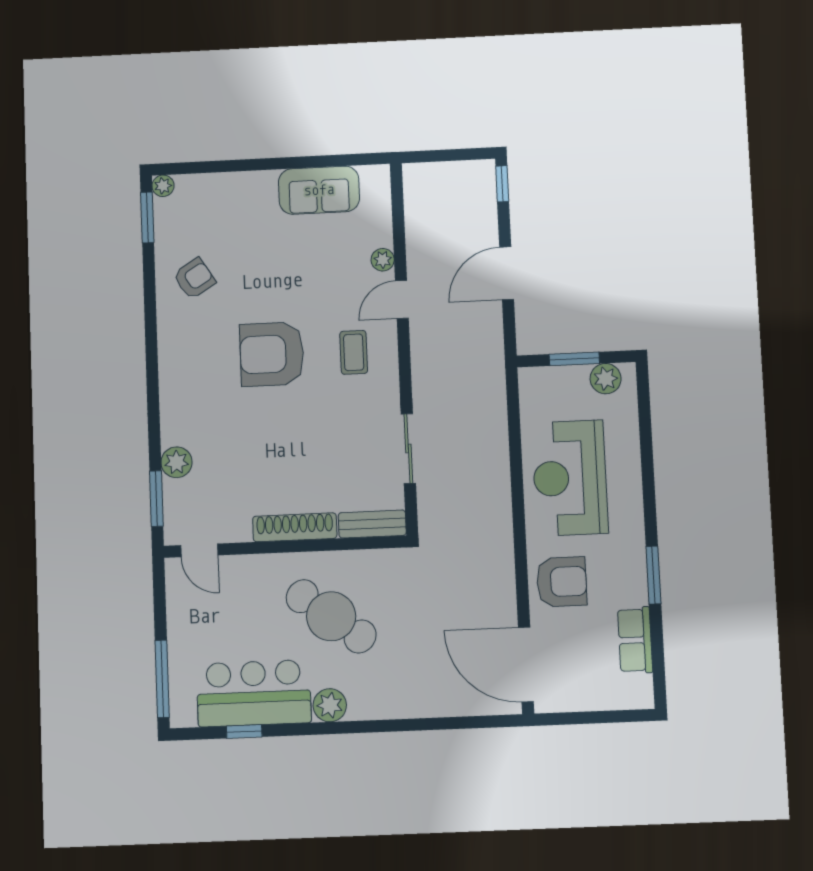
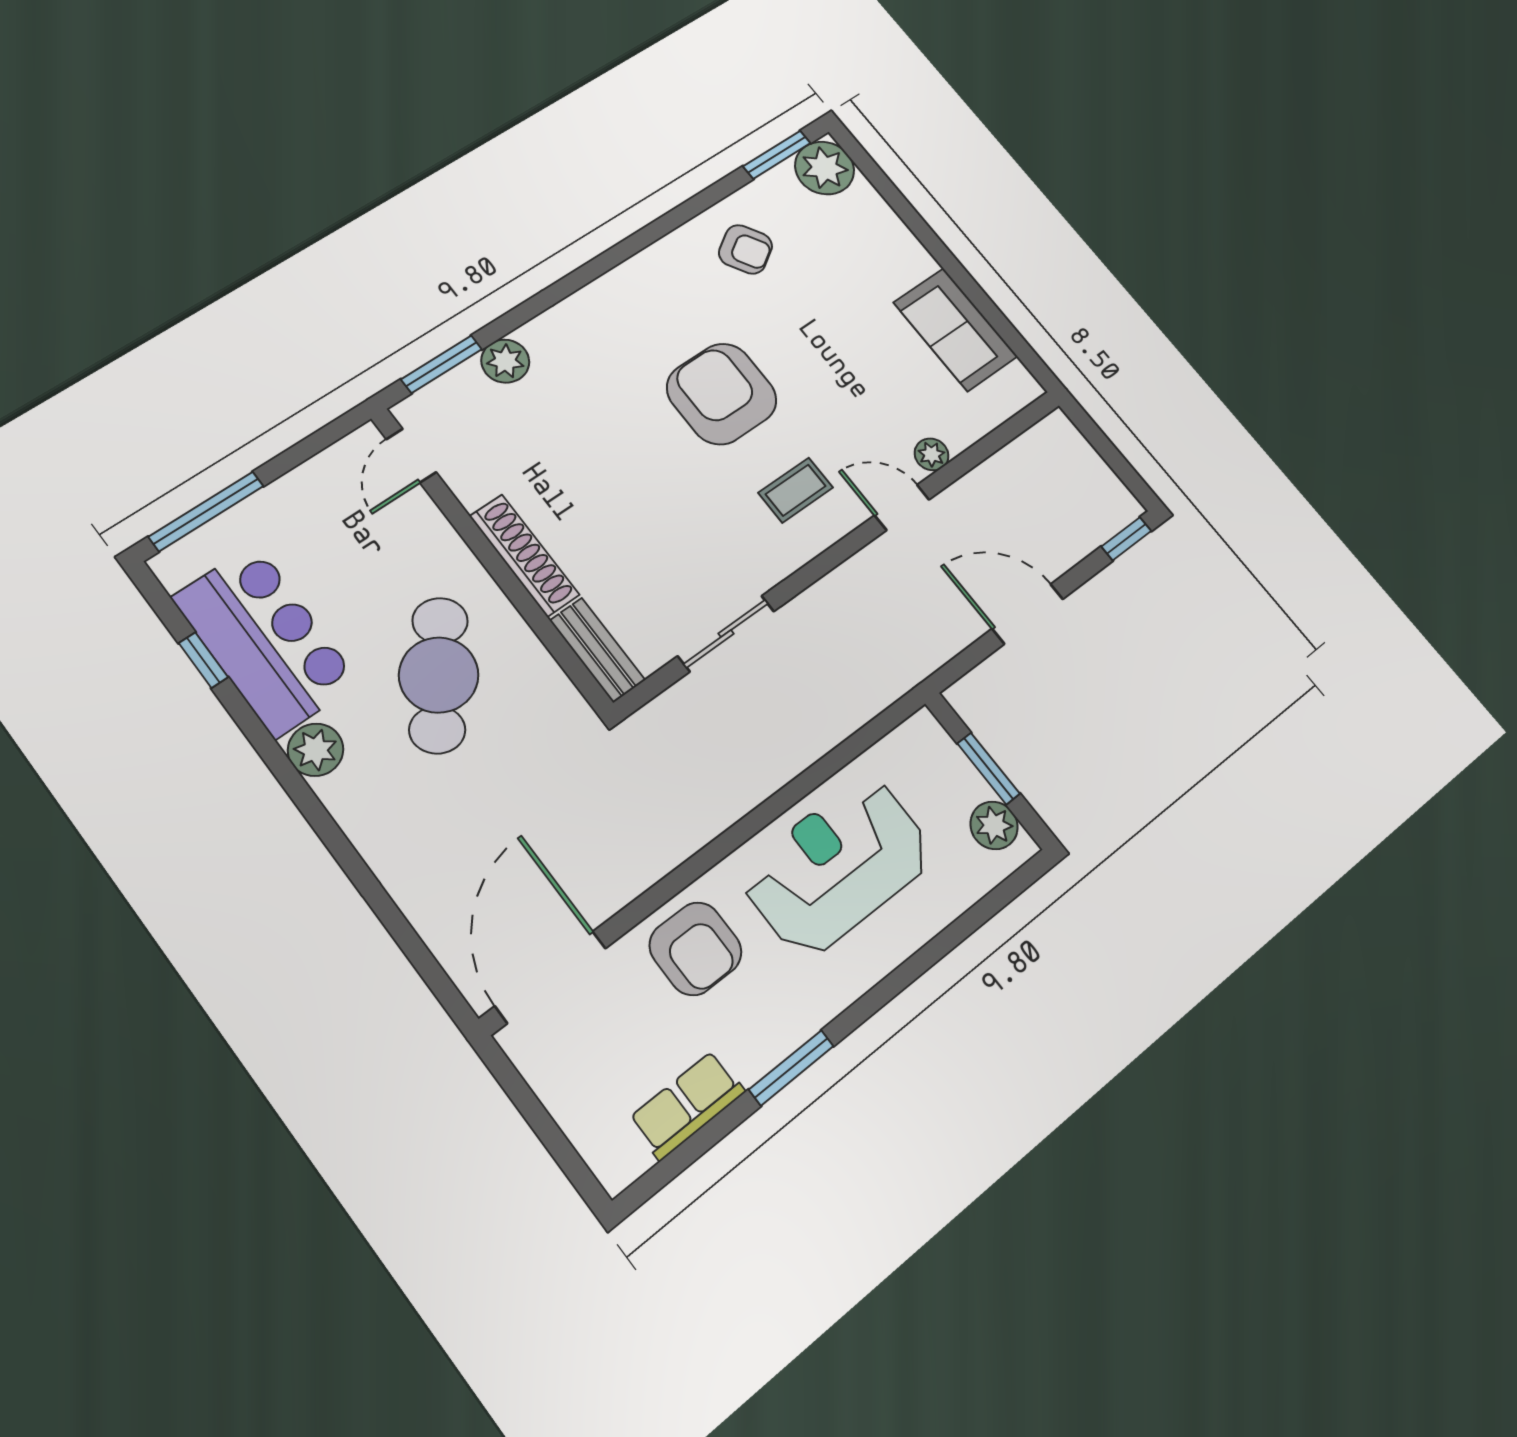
plant: (163, 186) -> (825, 168), width x1.88, depth x1.88

